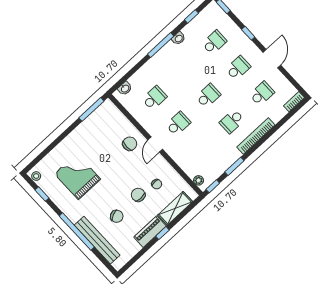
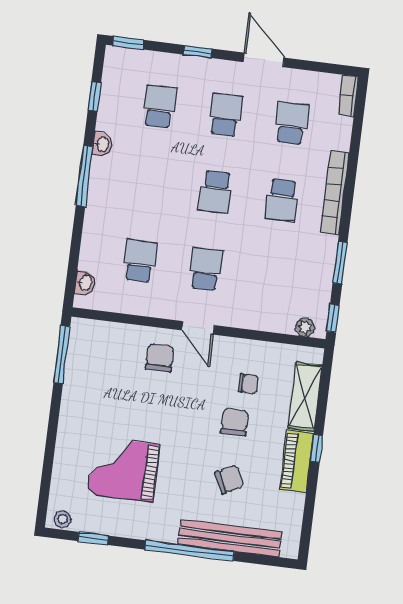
school desk: (208, 96) -> (216, 192), turned 180
chair: (138, 195) -> (234, 422), turned 90

